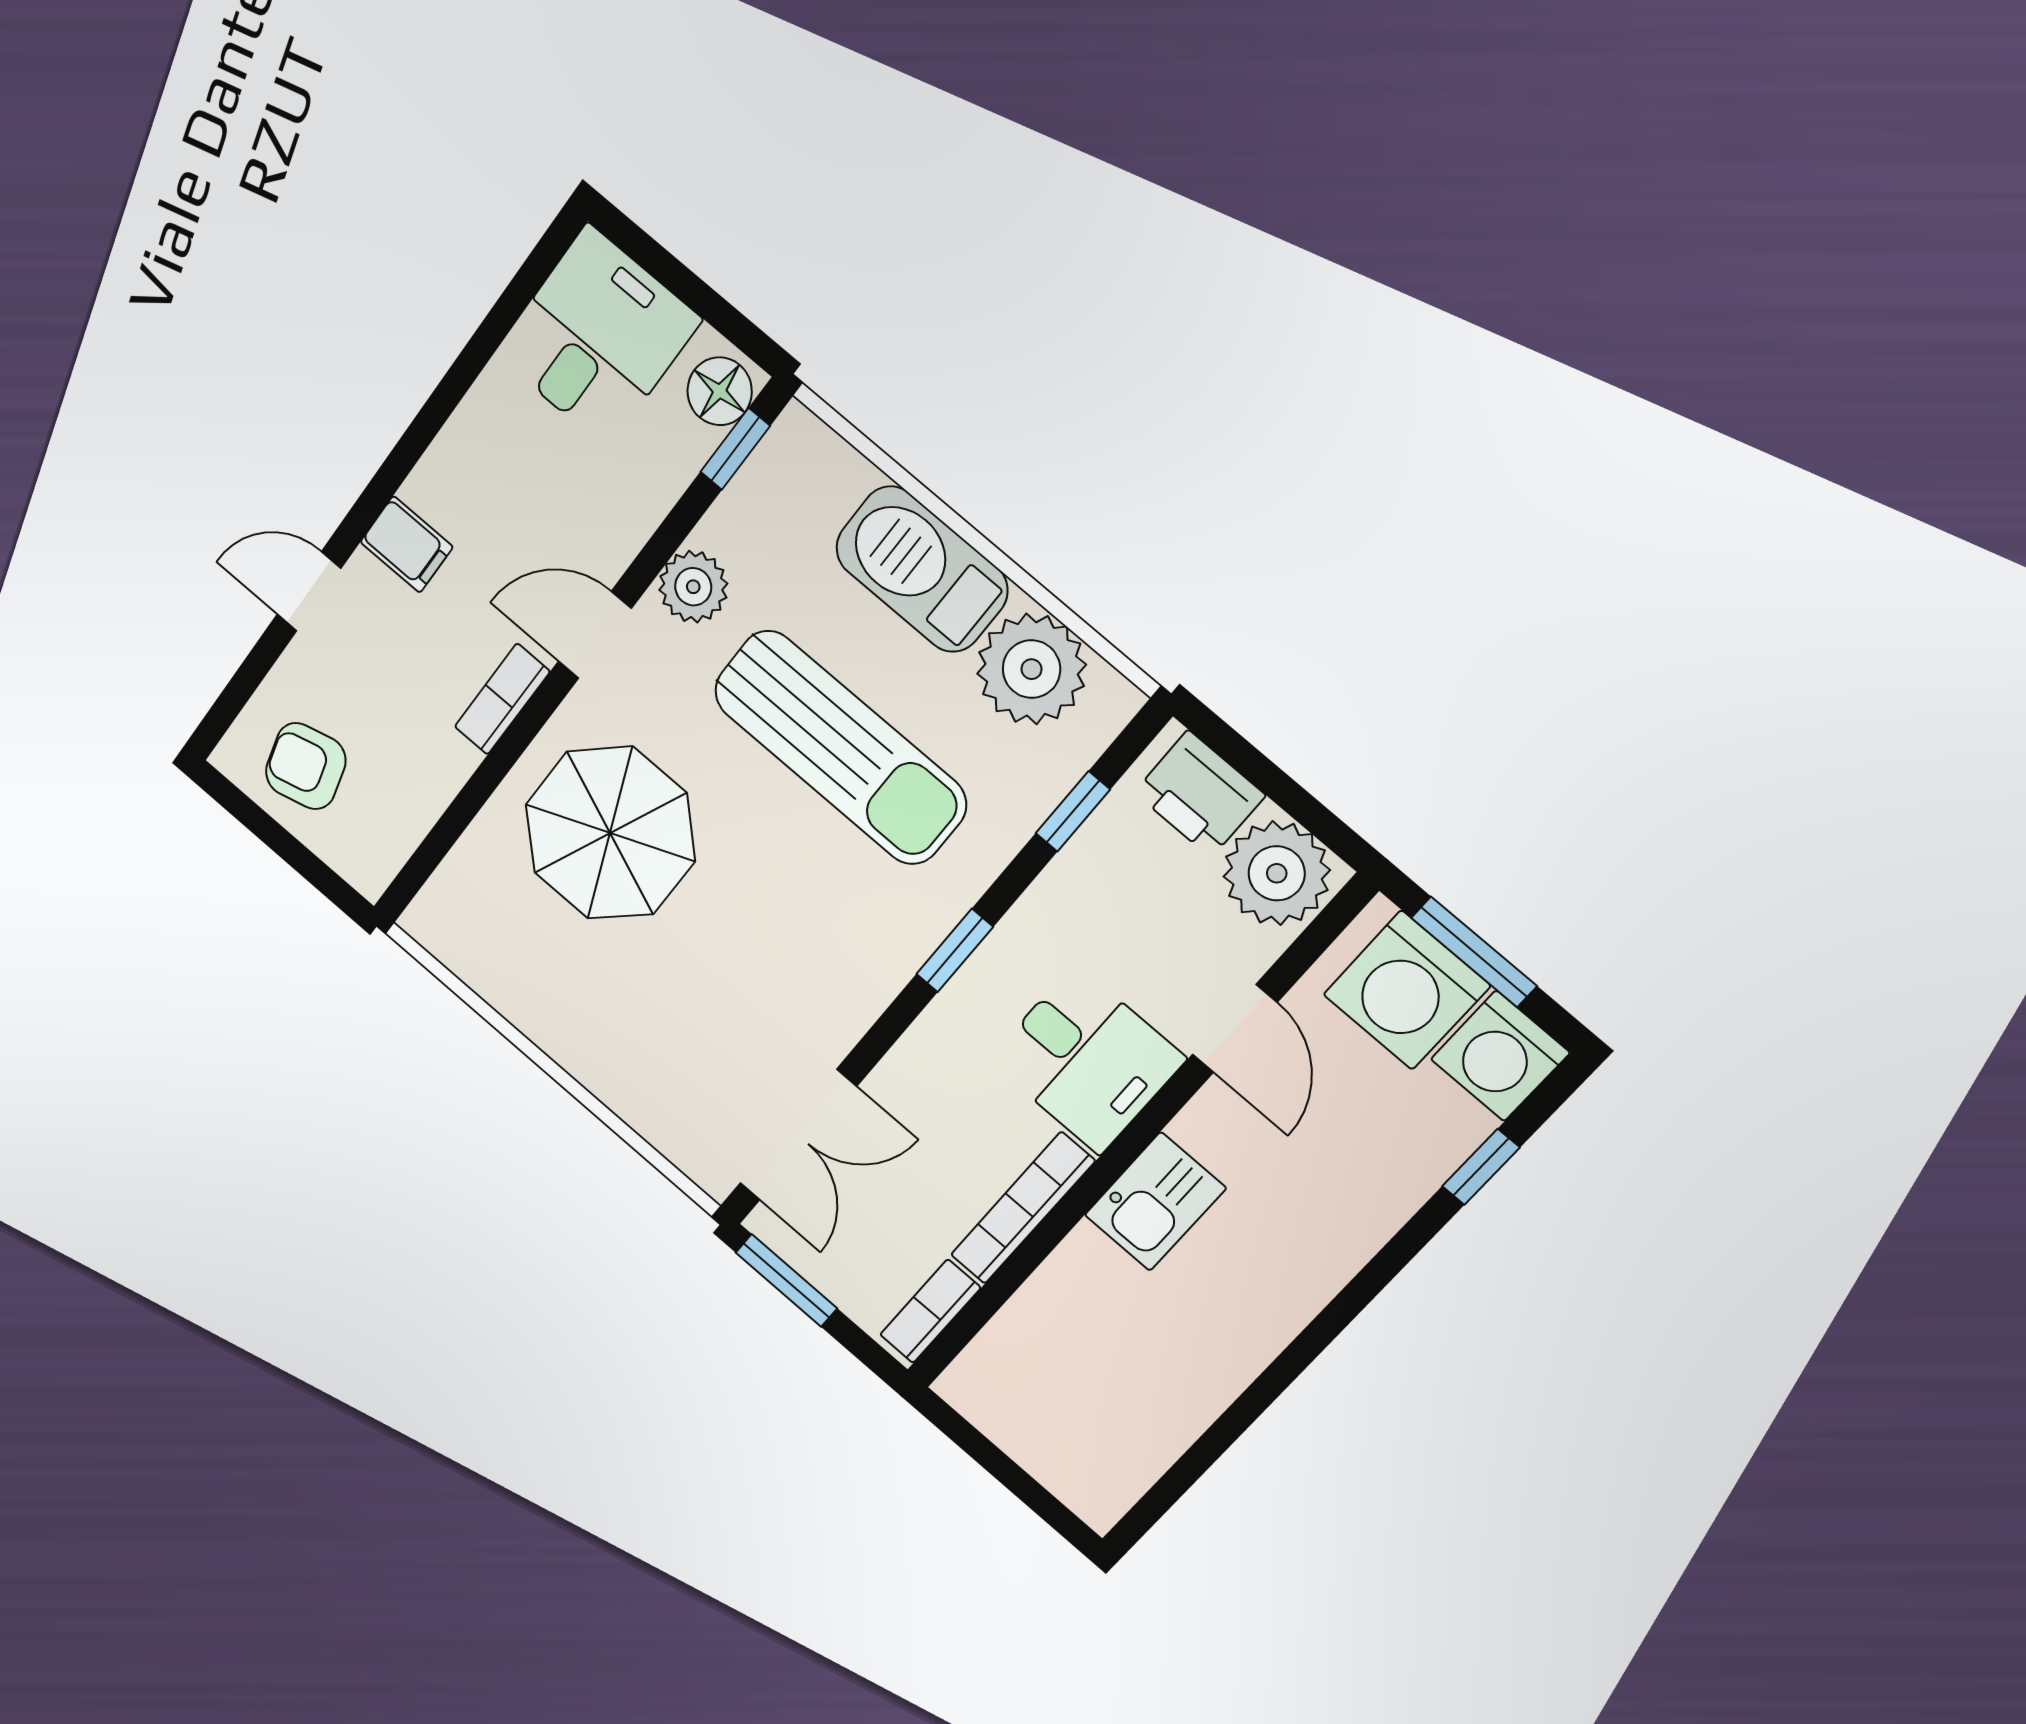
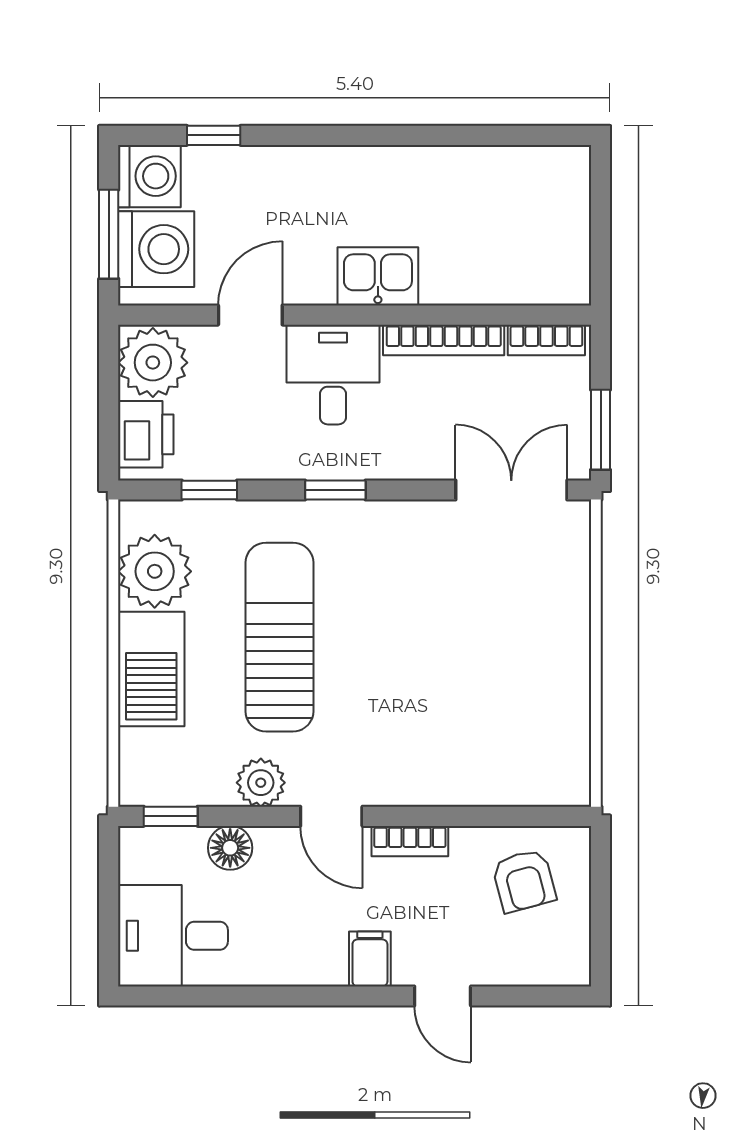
floor lamp: (720, 391) -> (230, 848), moved
armchair: (306, 766) -> (524, 881), moved
parasol: (610, 833) -> (433, 724), removed

